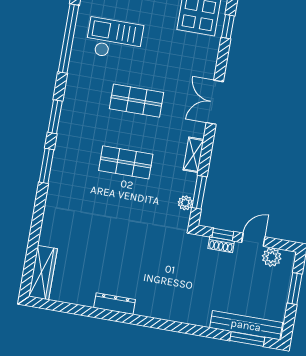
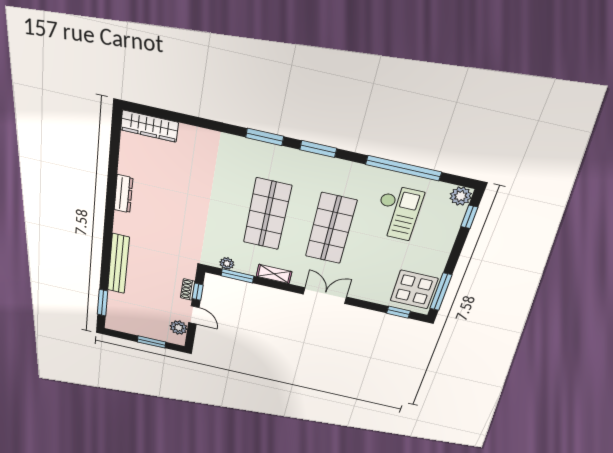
shop shelf: (136, 101) -> (331, 229), width x1.43, depth x1.36
shop shelf: (126, 162) -> (267, 214), width x1.43, depth x1.36
bench: (246, 325) -> (118, 264), moved

